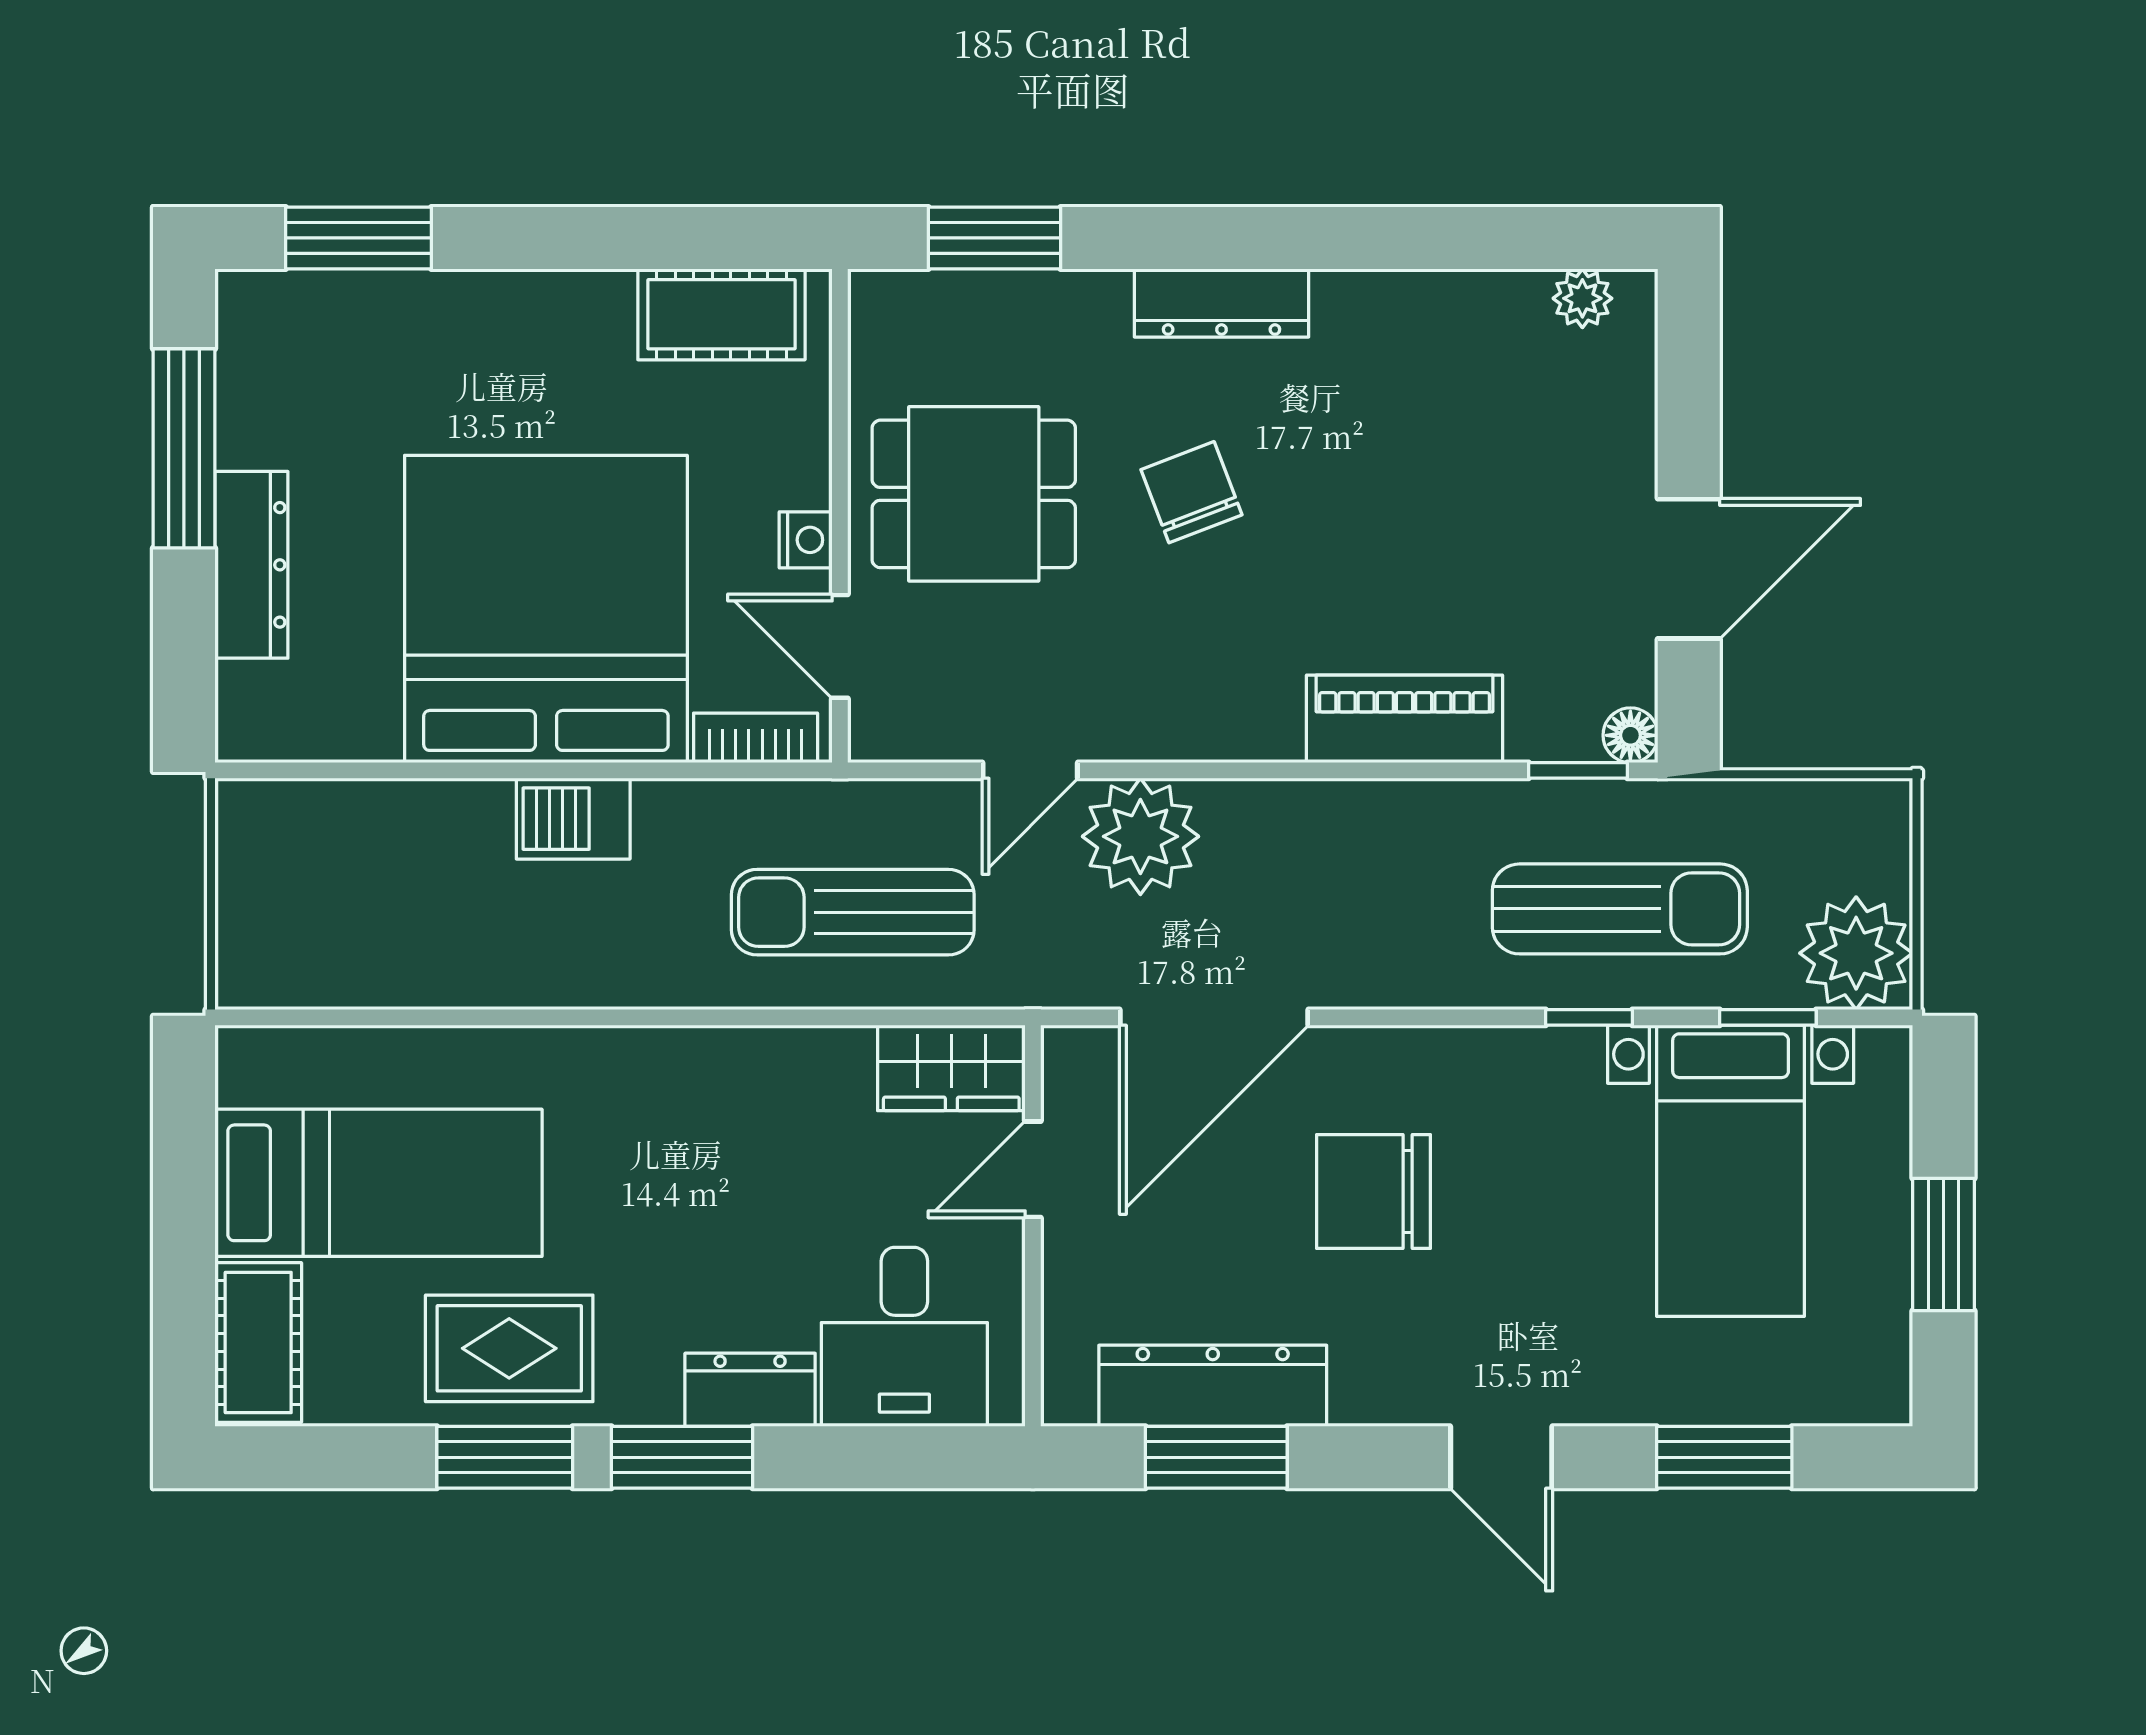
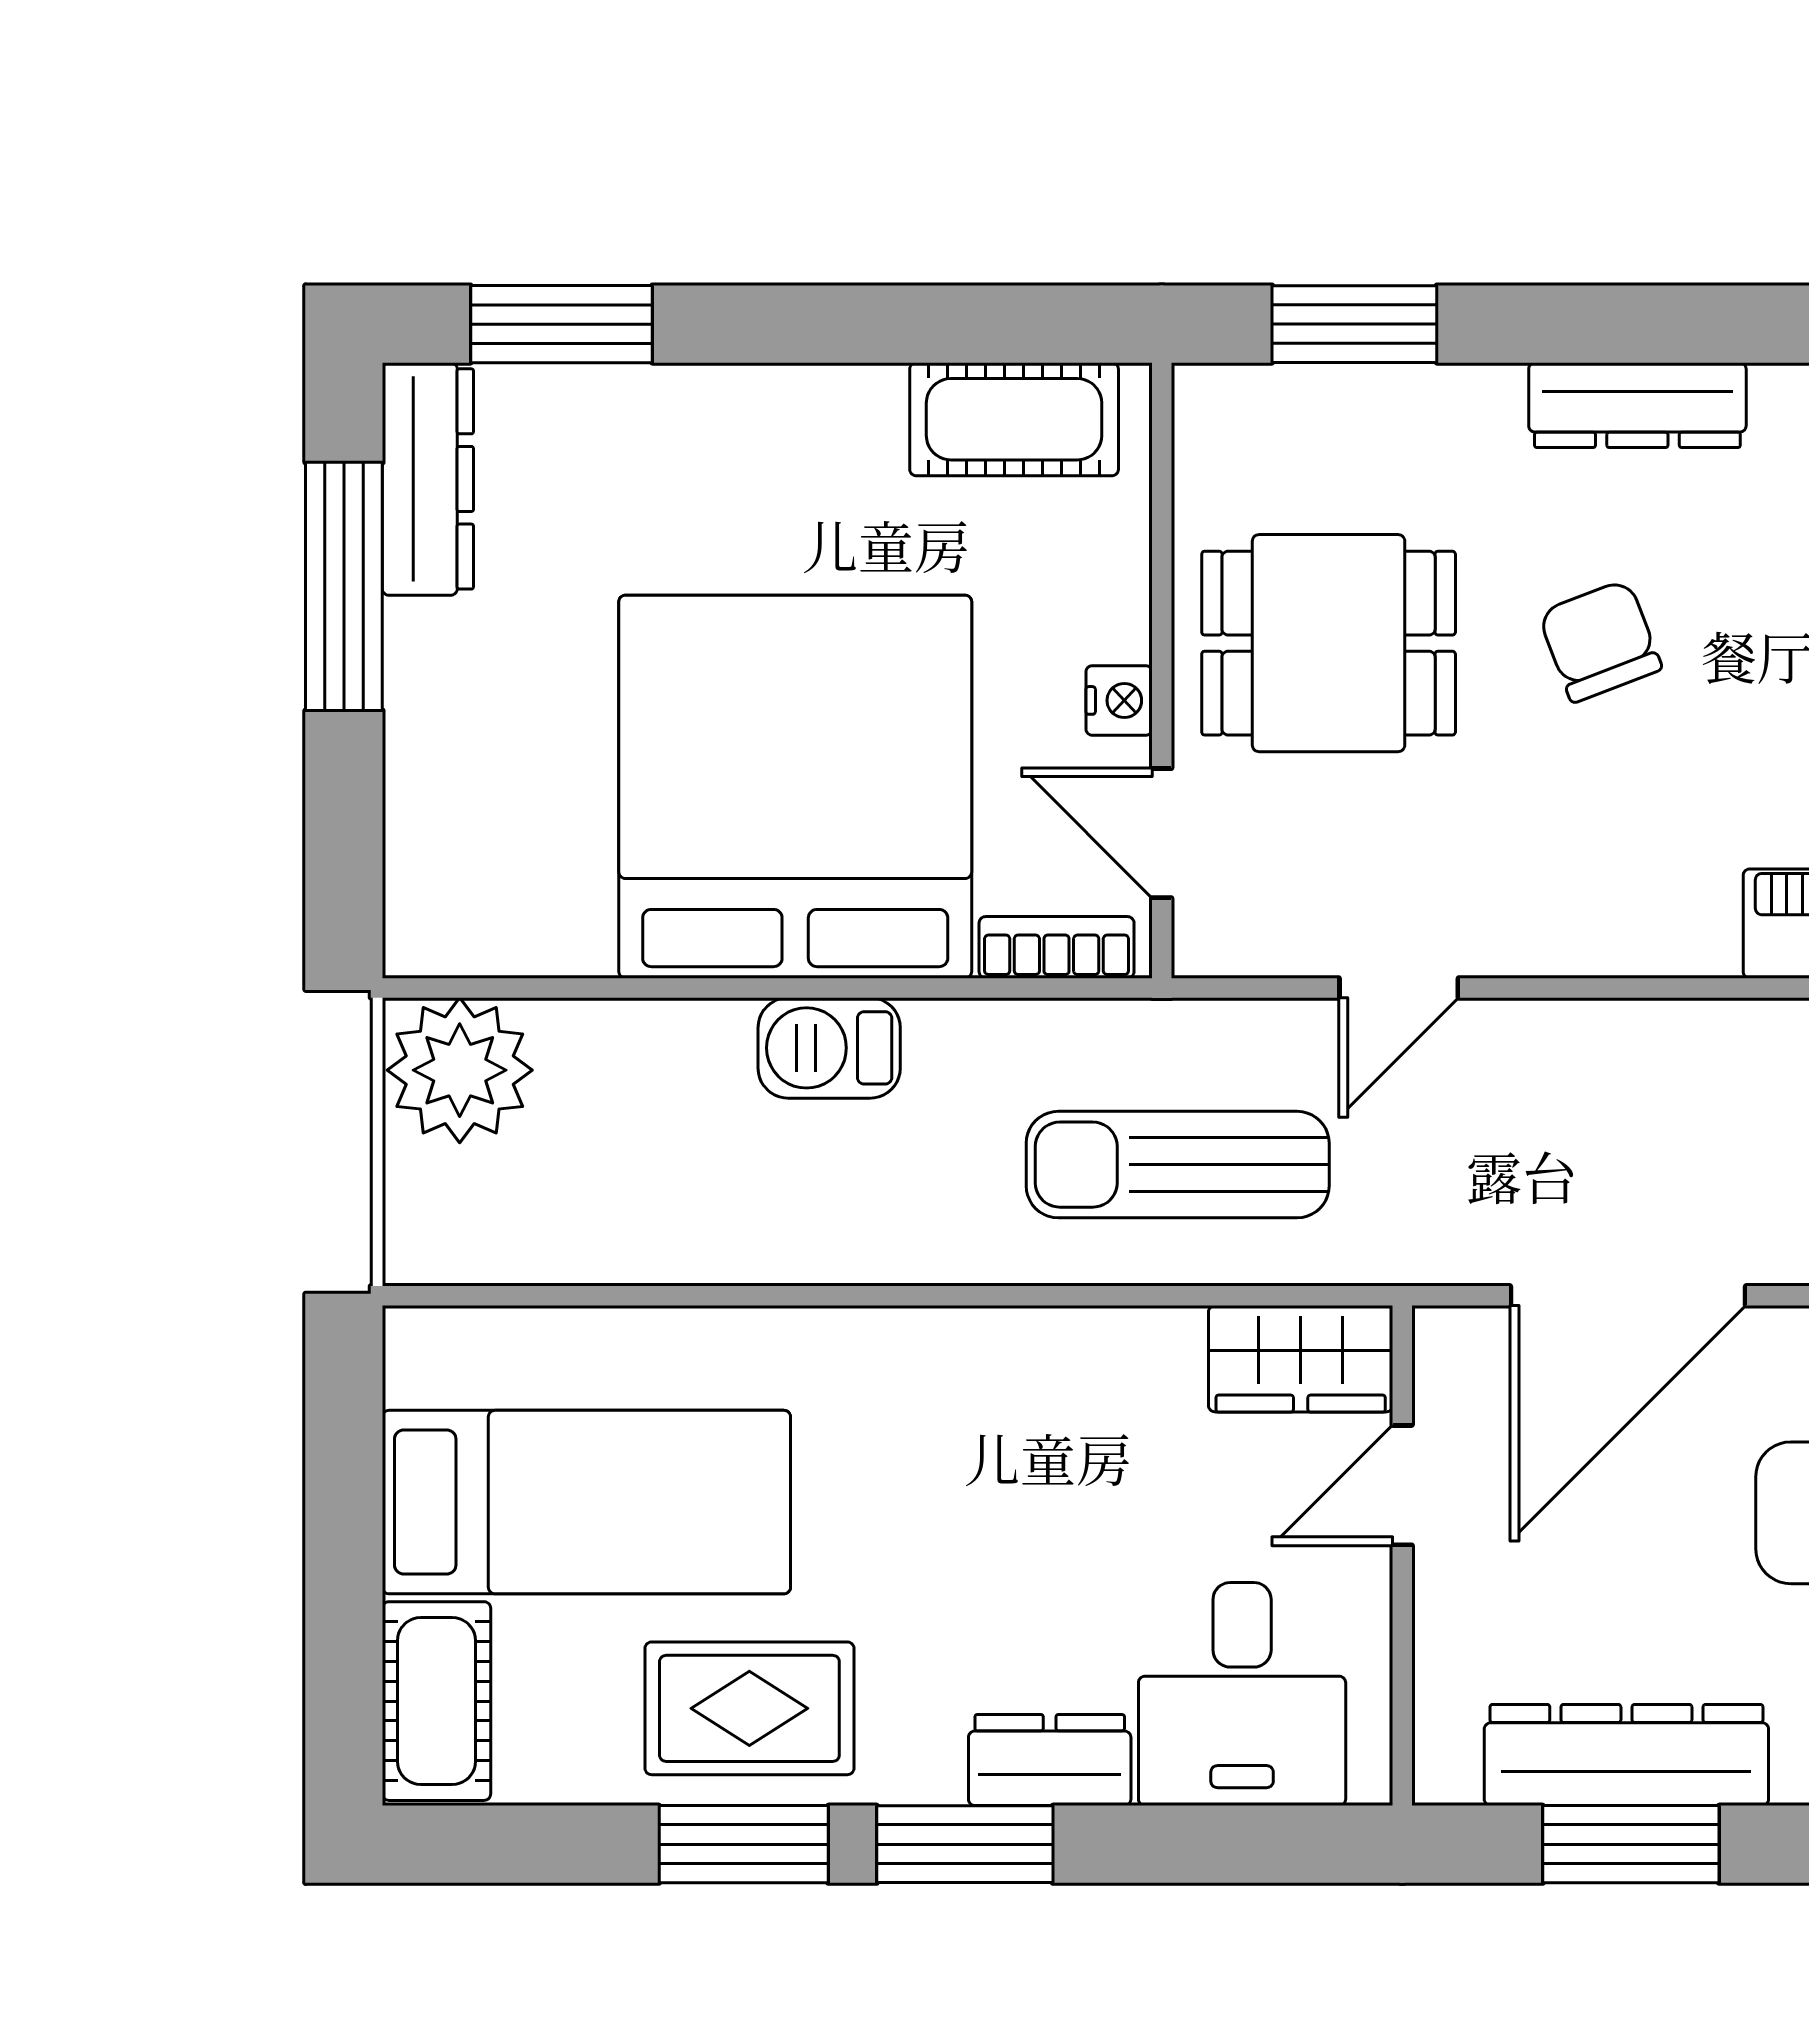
dresser: (251, 565) -> (428, 479), moved
plant: (1140, 836) -> (460, 1070), moved

